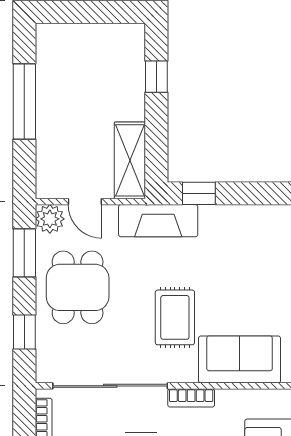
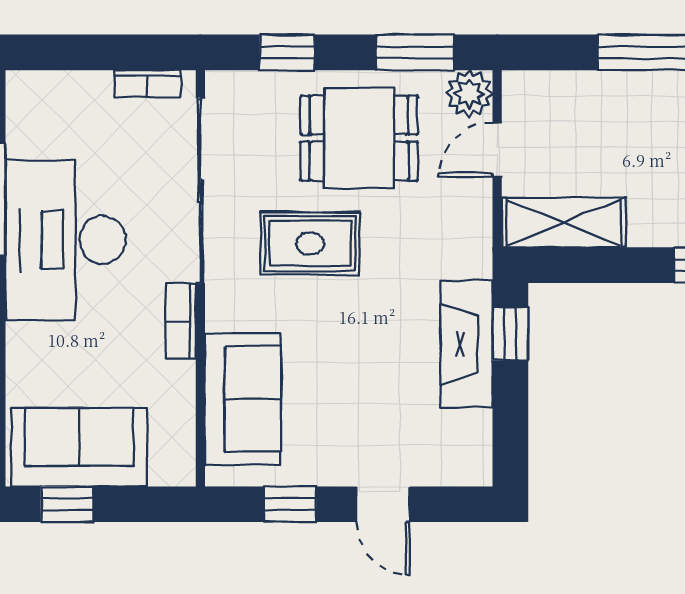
fireplace: (158, 221) -> (467, 344), moved
rug: (175, 317) -> (310, 243), moved

